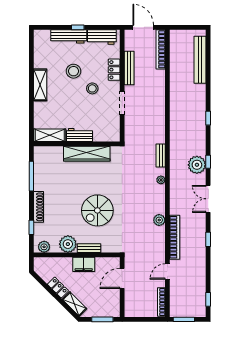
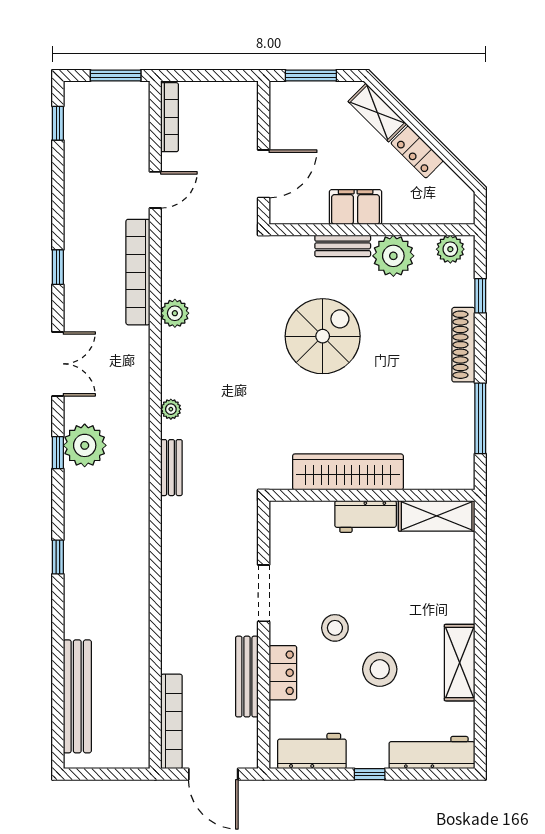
workbench: (69, 36) -> (432, 753), moved
shelving: (40, 85) -> (460, 663), moved

